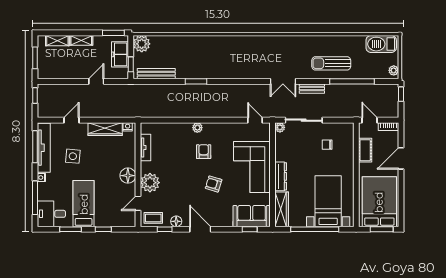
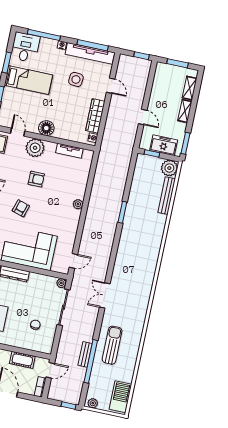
bench: (156, 74) -> (167, 196), moved
bench: (312, 89) -> (85, 354), moved
armchair: (204, 152) -> (36, 179), moved

